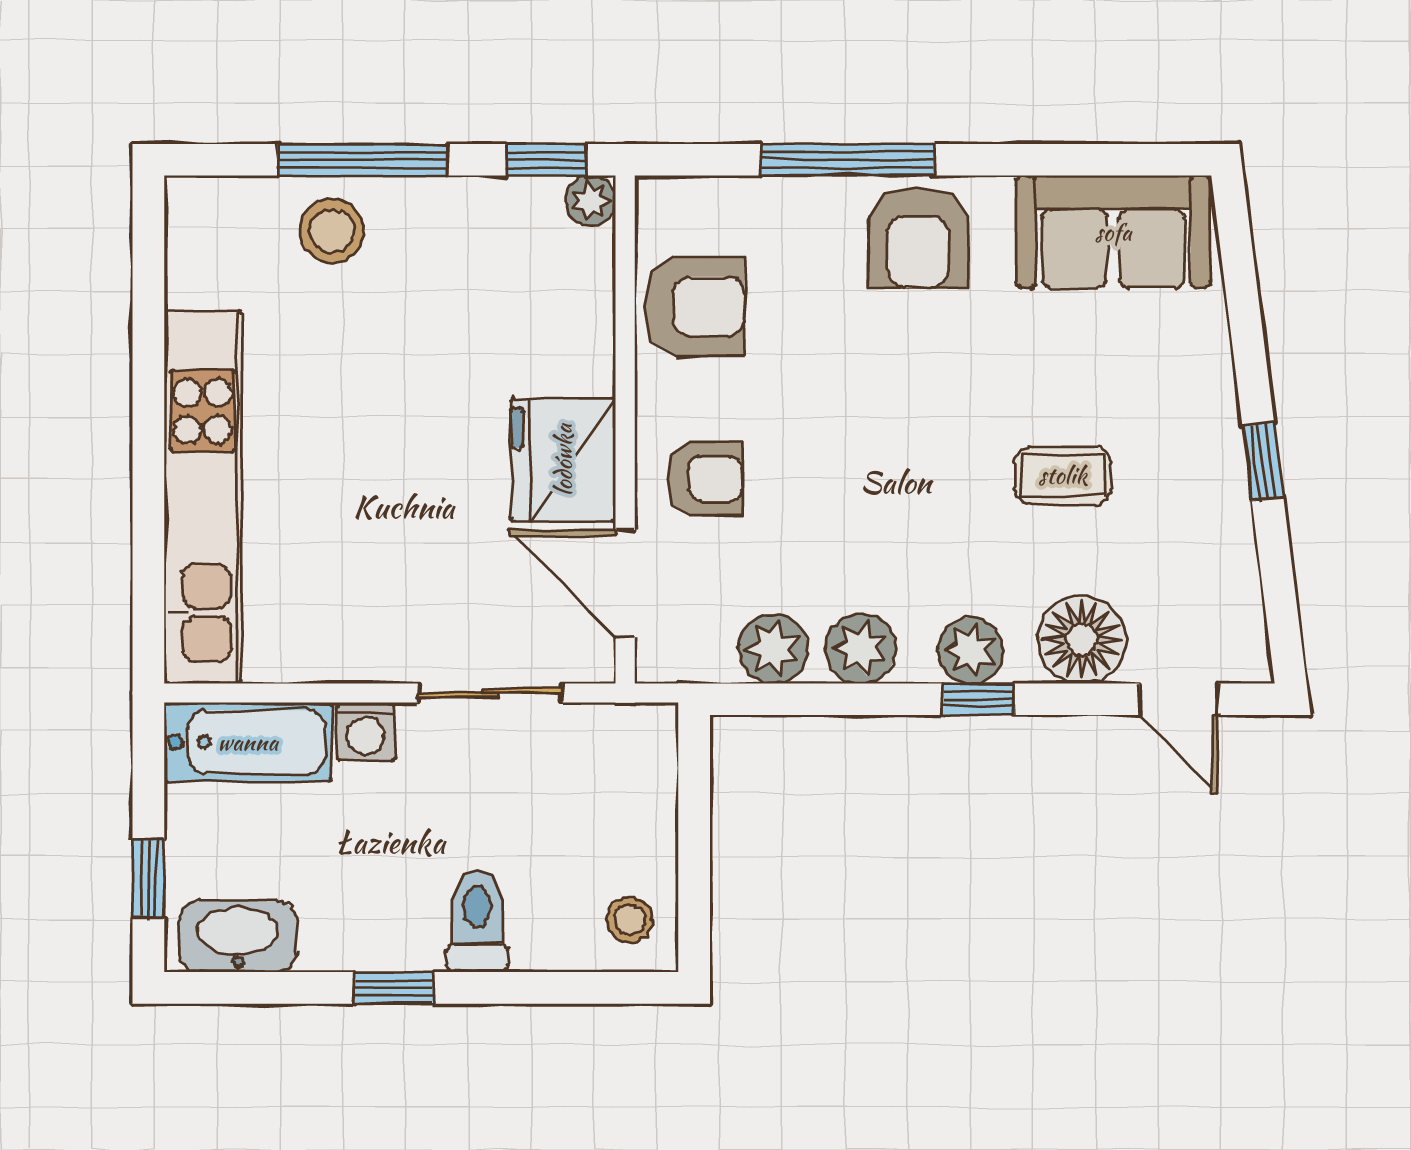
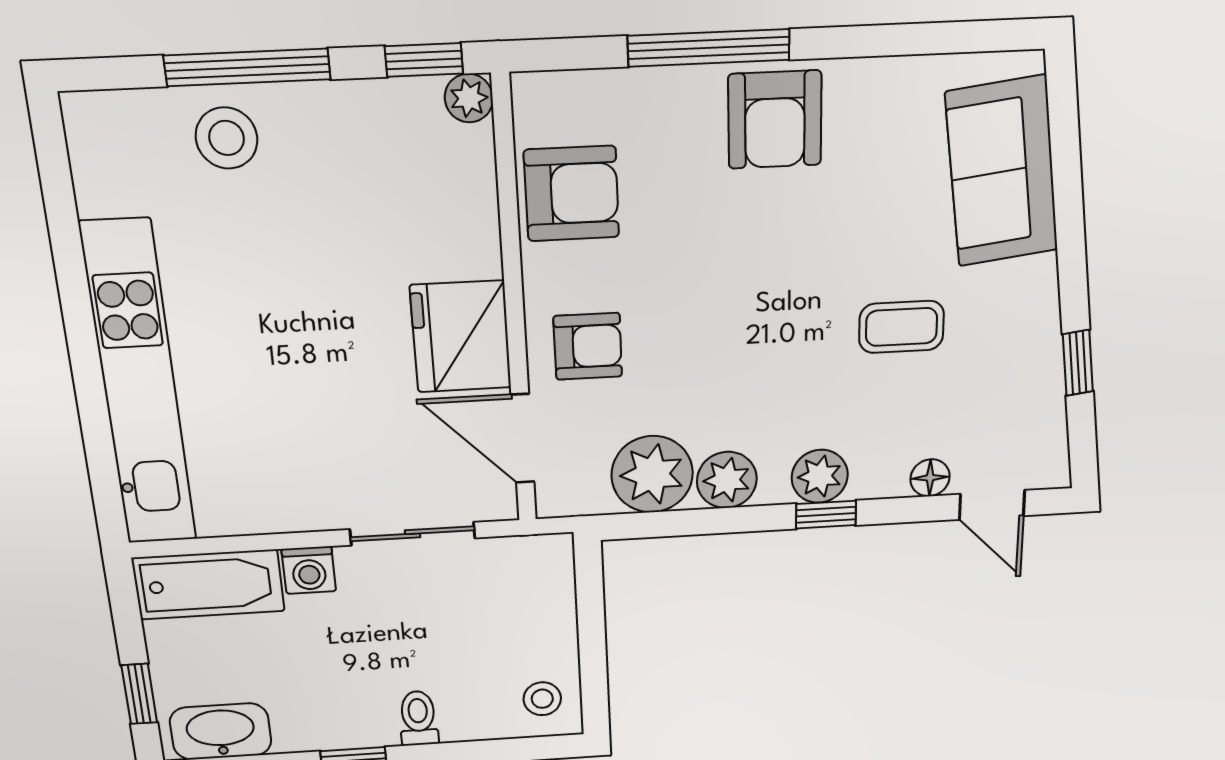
sofa: (1113, 232) -> (1002, 172), moved, turned 83
window: (1263, 462) -> (1078, 363), moved
floor lamp: (1082, 640) -> (930, 478), width x0.53, depth x0.53
plant: (773, 649) -> (652, 474), width x1.36, depth x1.36
toilet: (477, 921) -> (418, 718), width x0.73, depth x0.72

